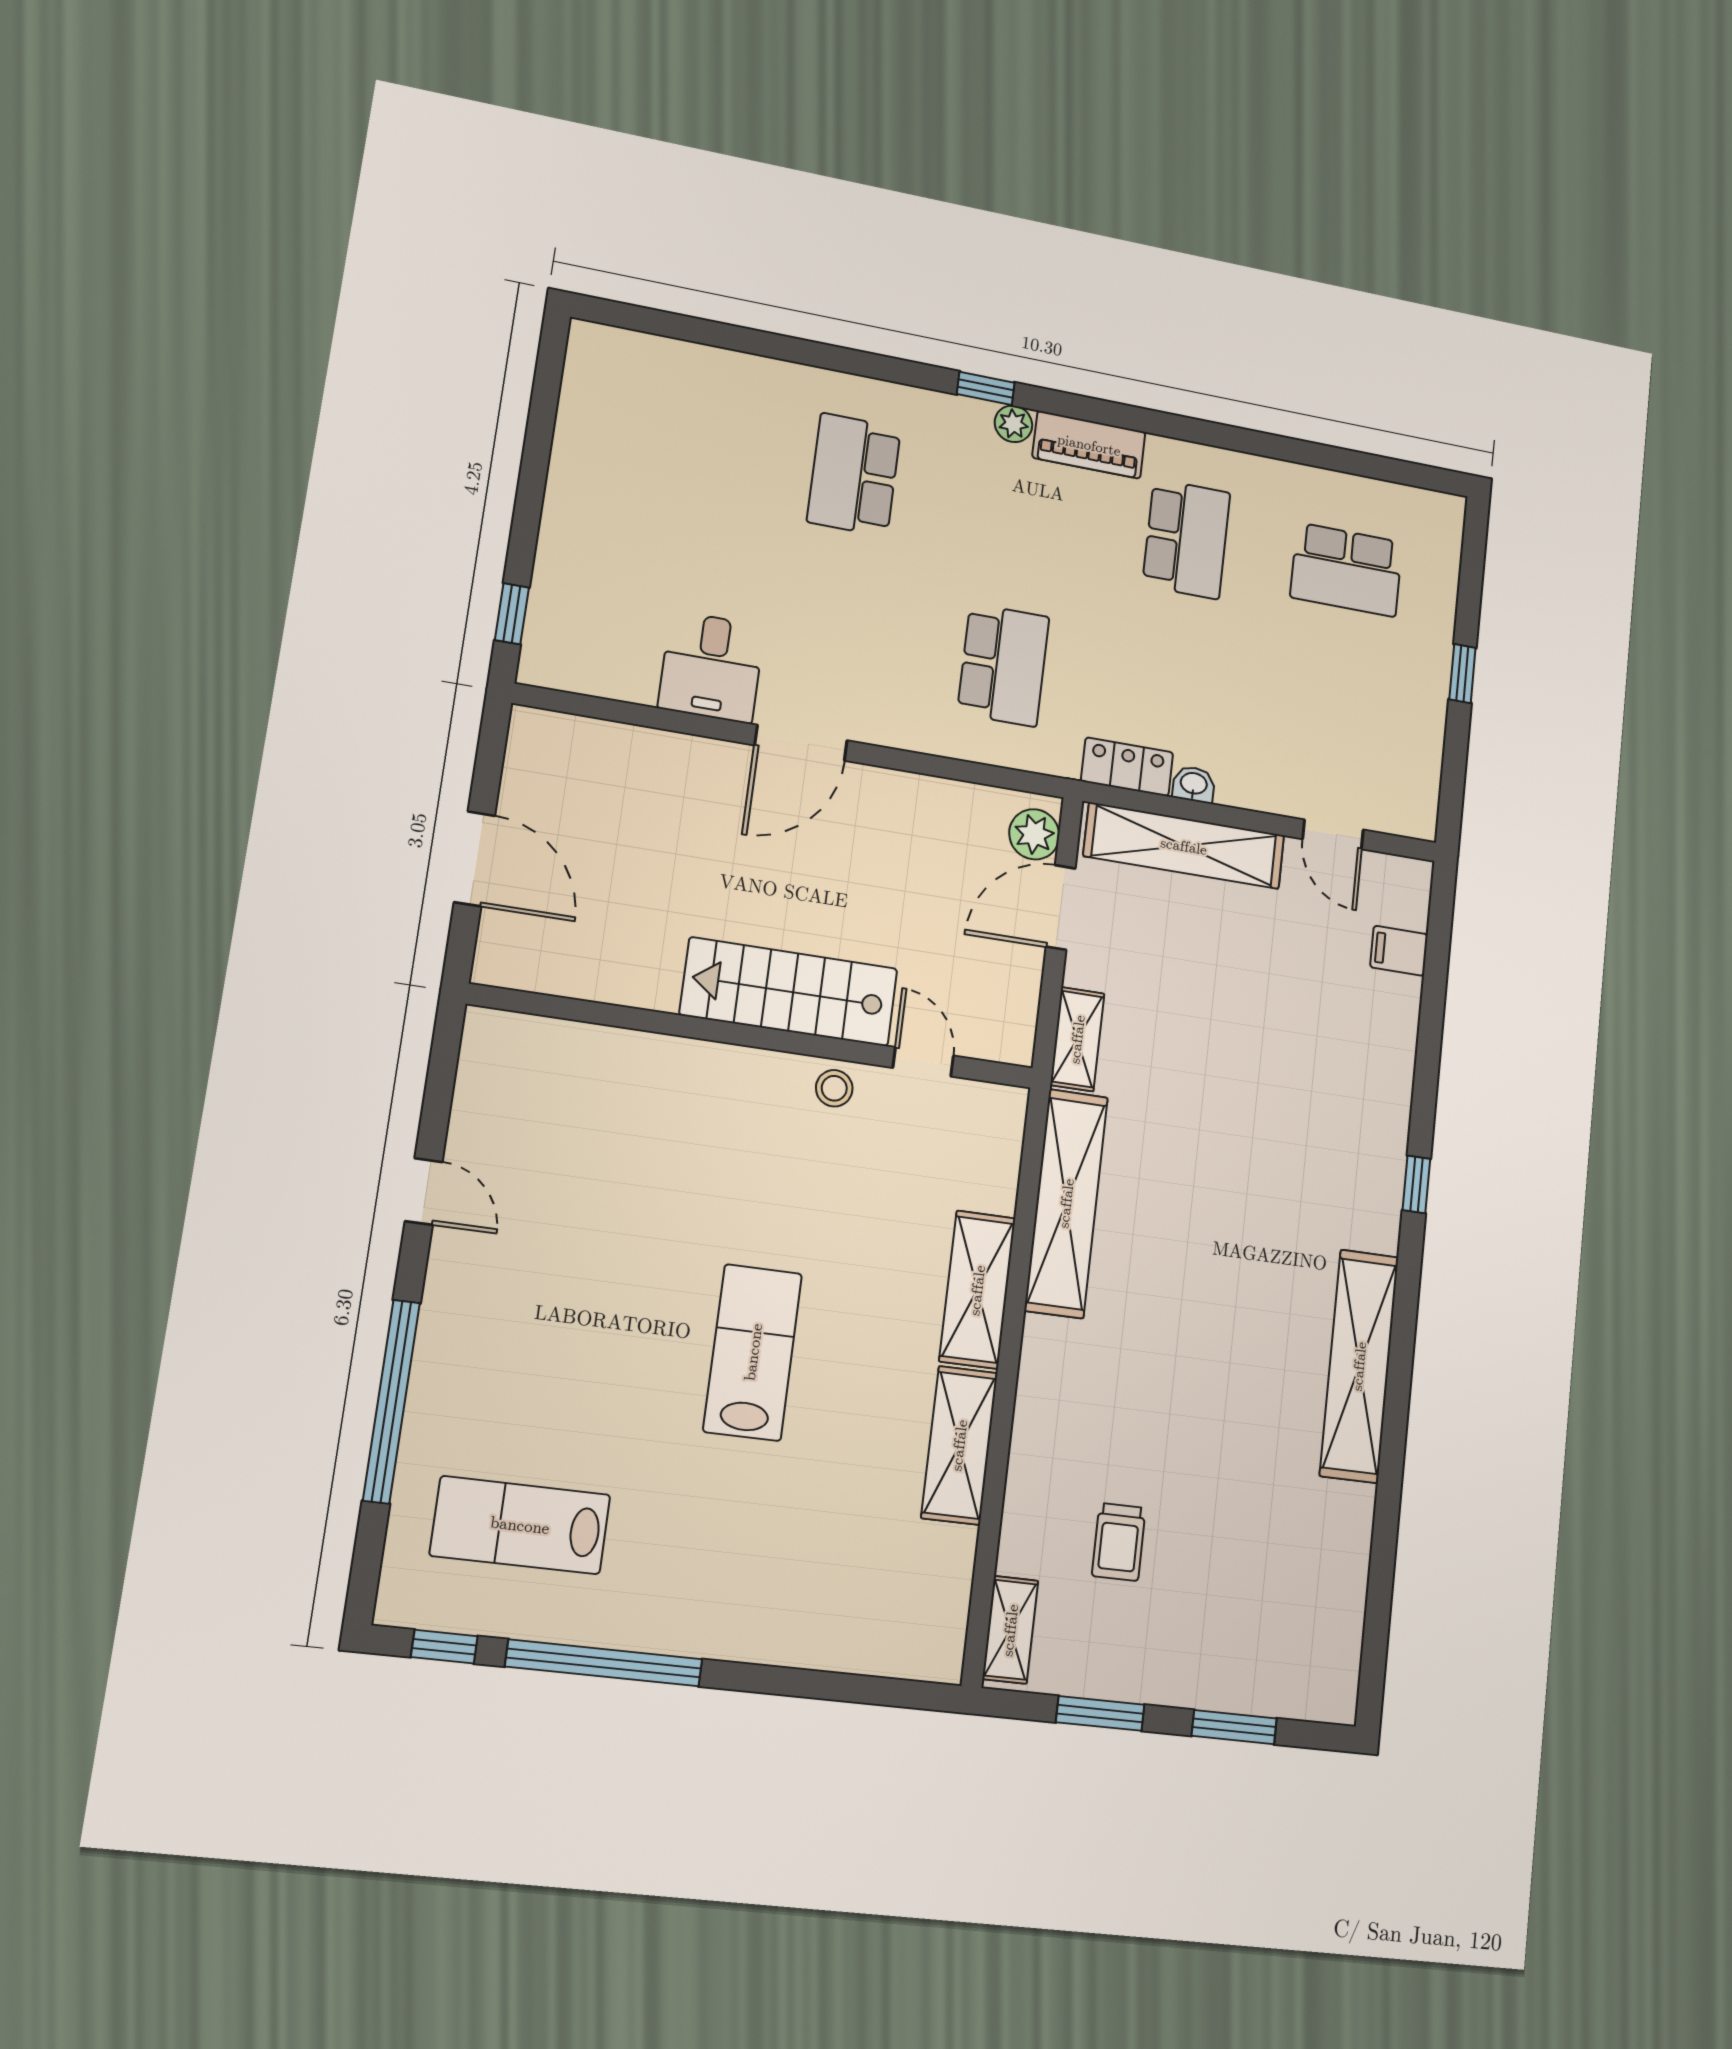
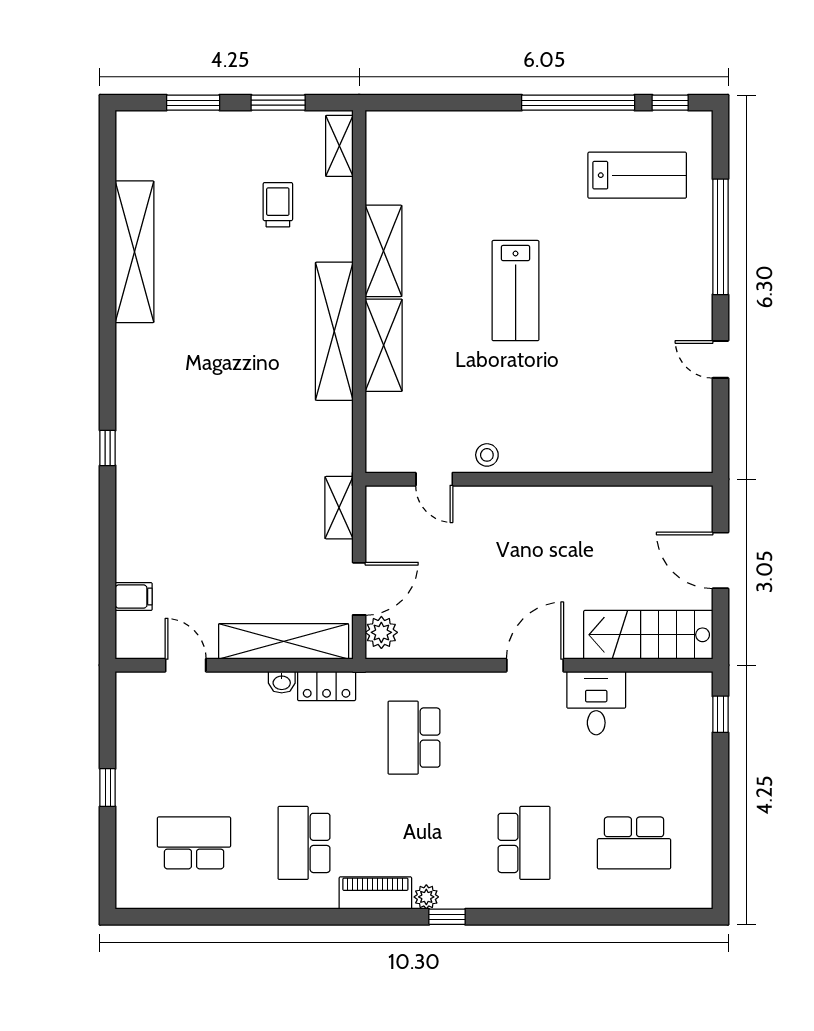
school desk: (681, 441) -> (634, 843), added
stairs: (789, 992) -> (648, 635), moved, turned 180
shelving: (1066, 1203) -> (334, 331), moved
shelving: (1359, 1366) -> (135, 252), moved

